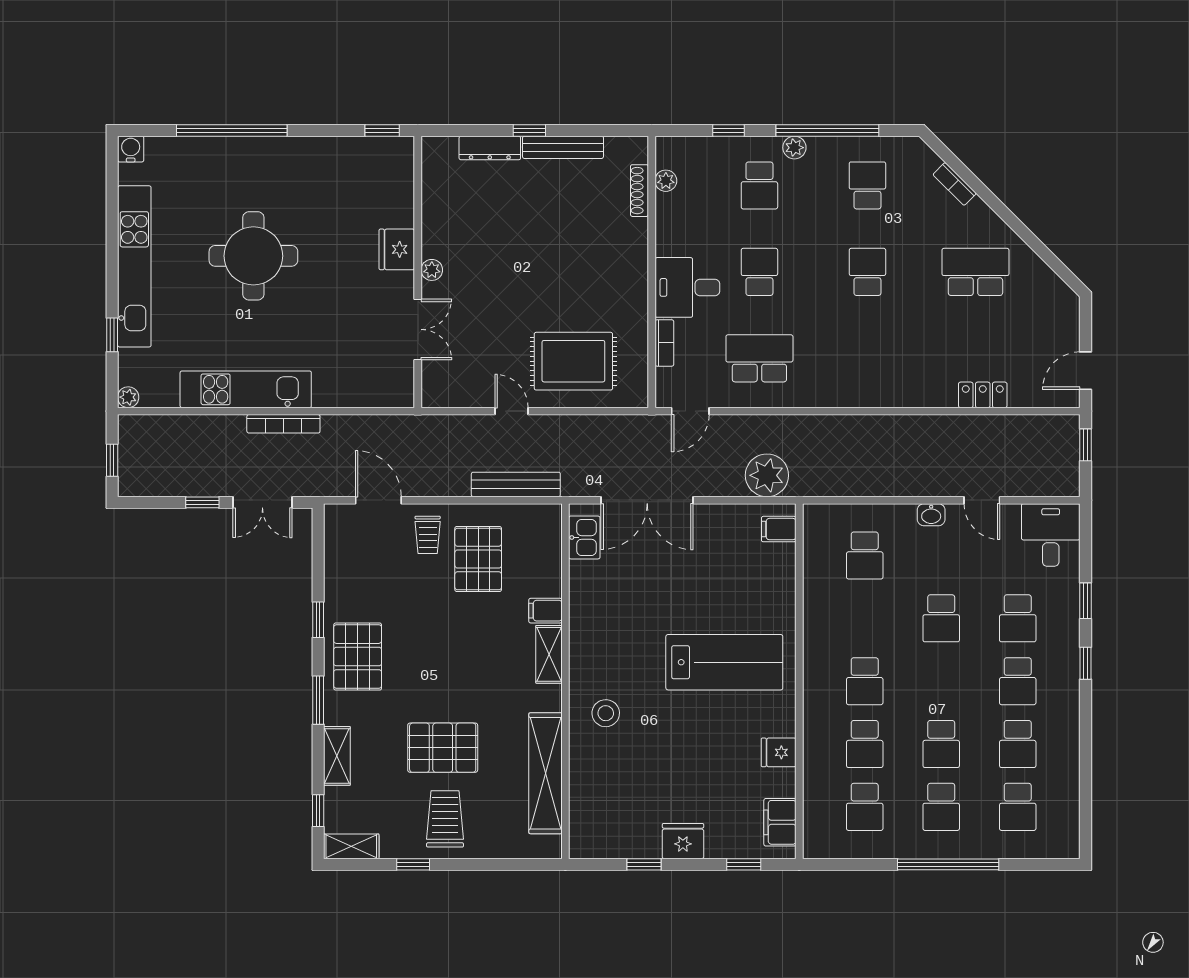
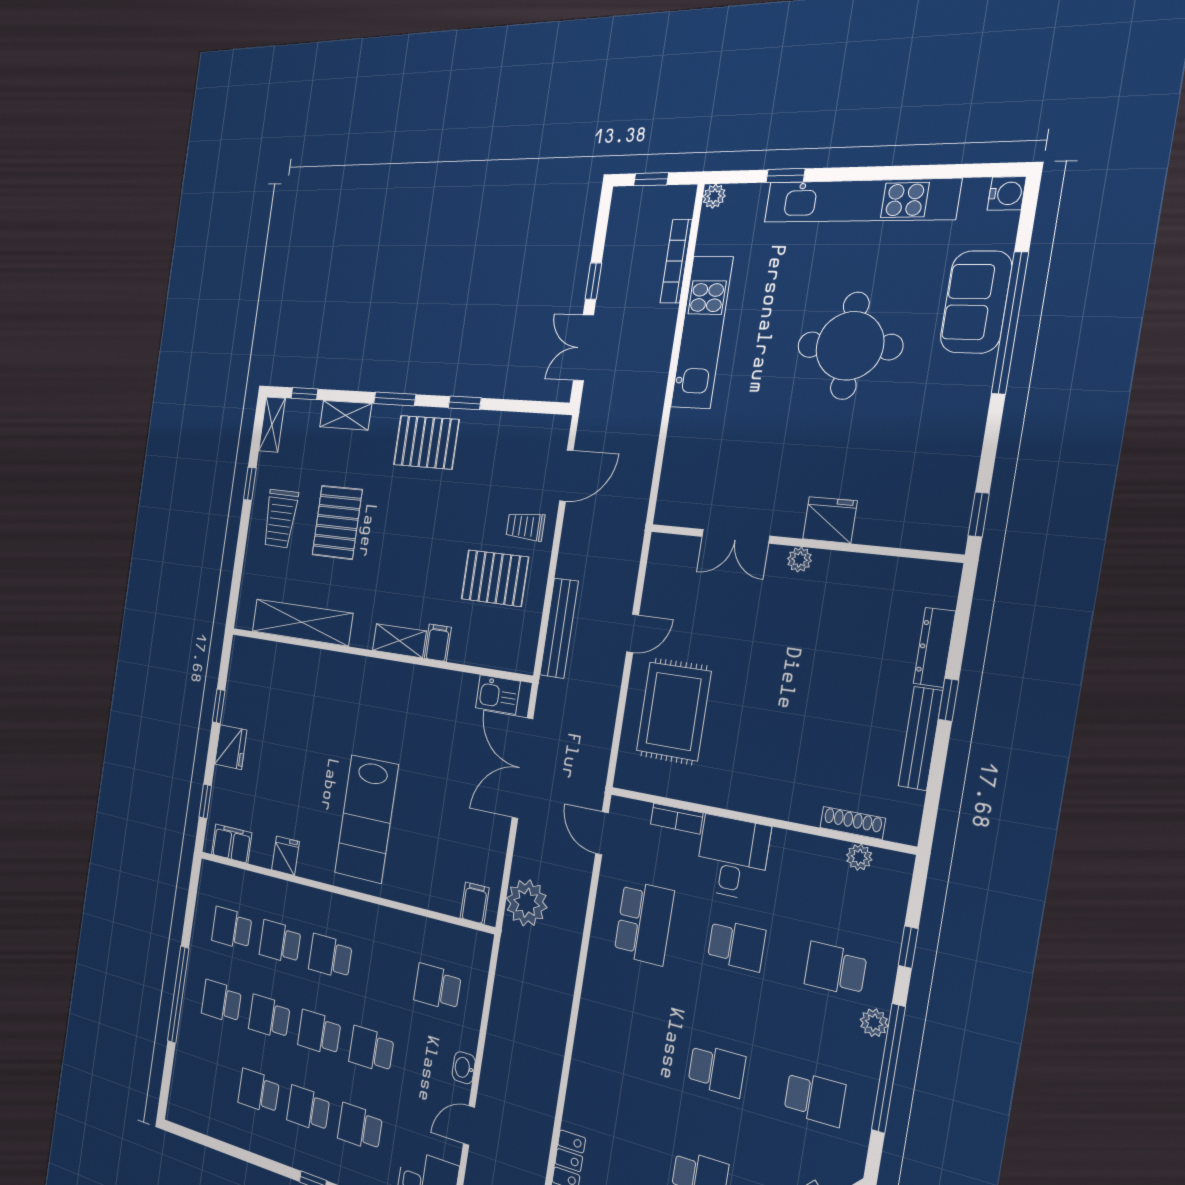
sofa: (216, 159) -> (976, 302), added
bookcase: (283, 424) -> (676, 261), moved
stool: (606, 713) -> (342, 690), removed
school desk: (1018, 807) -> (319, 1033), moved
trolley: (445, 819) -> (280, 518), turned 91

